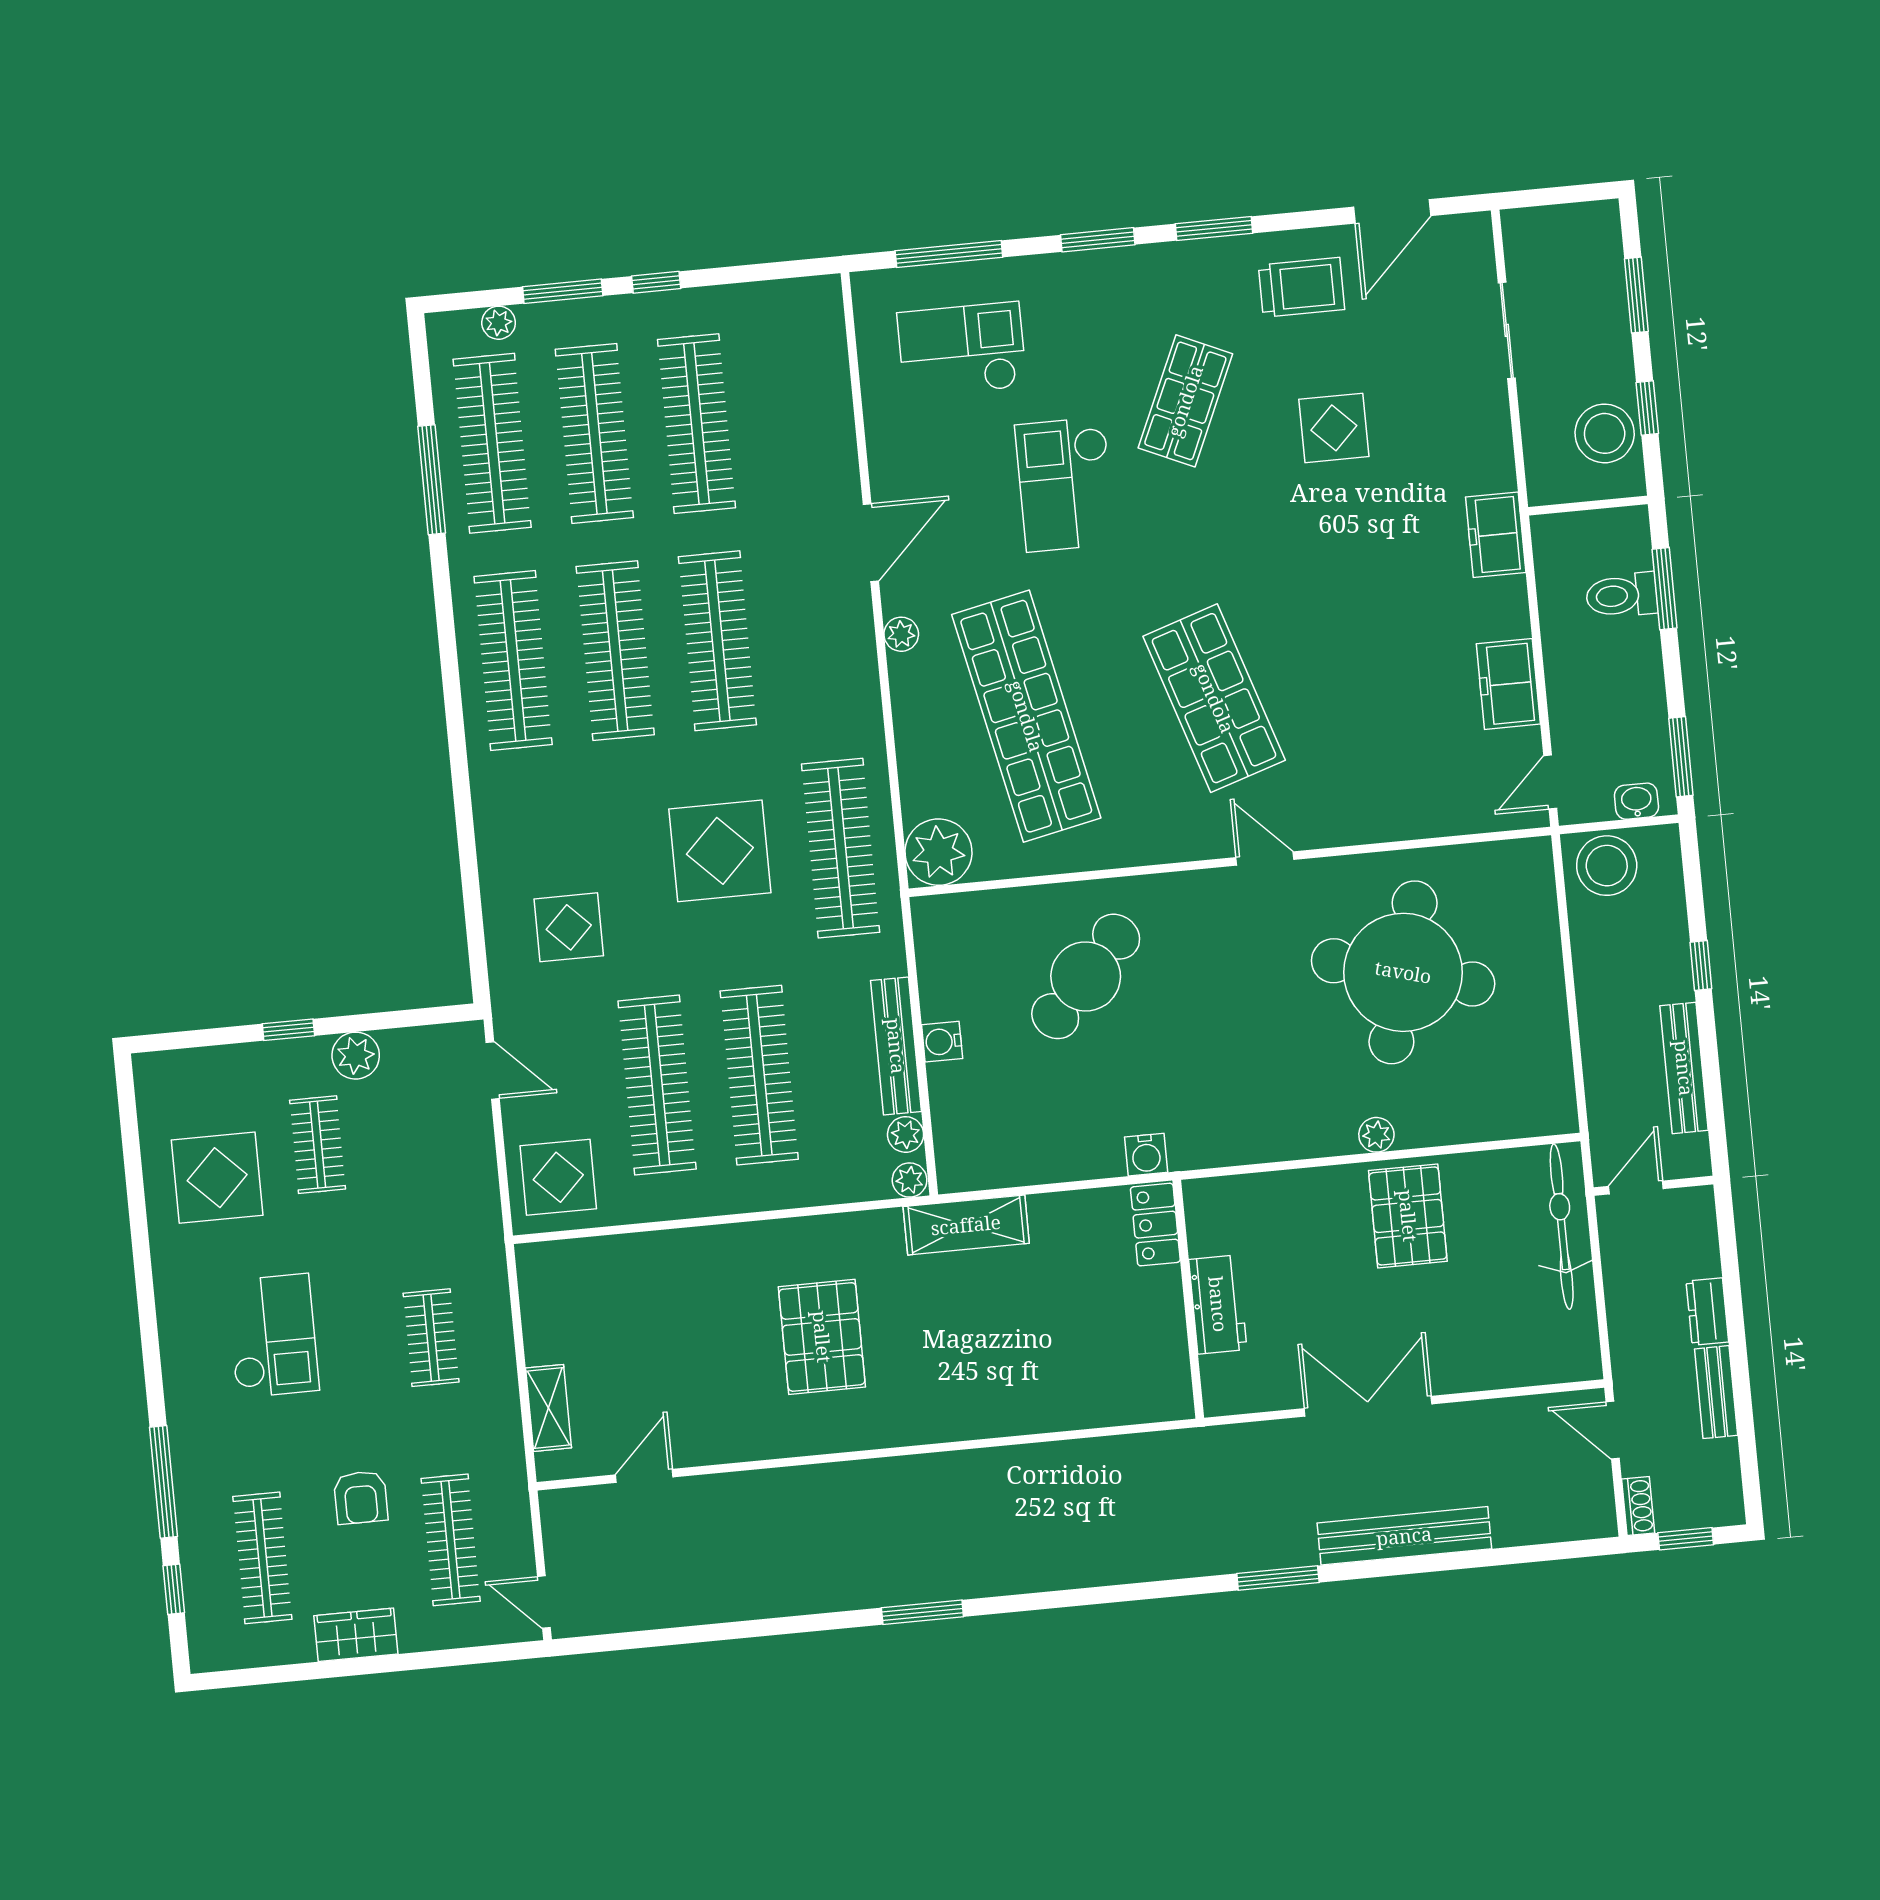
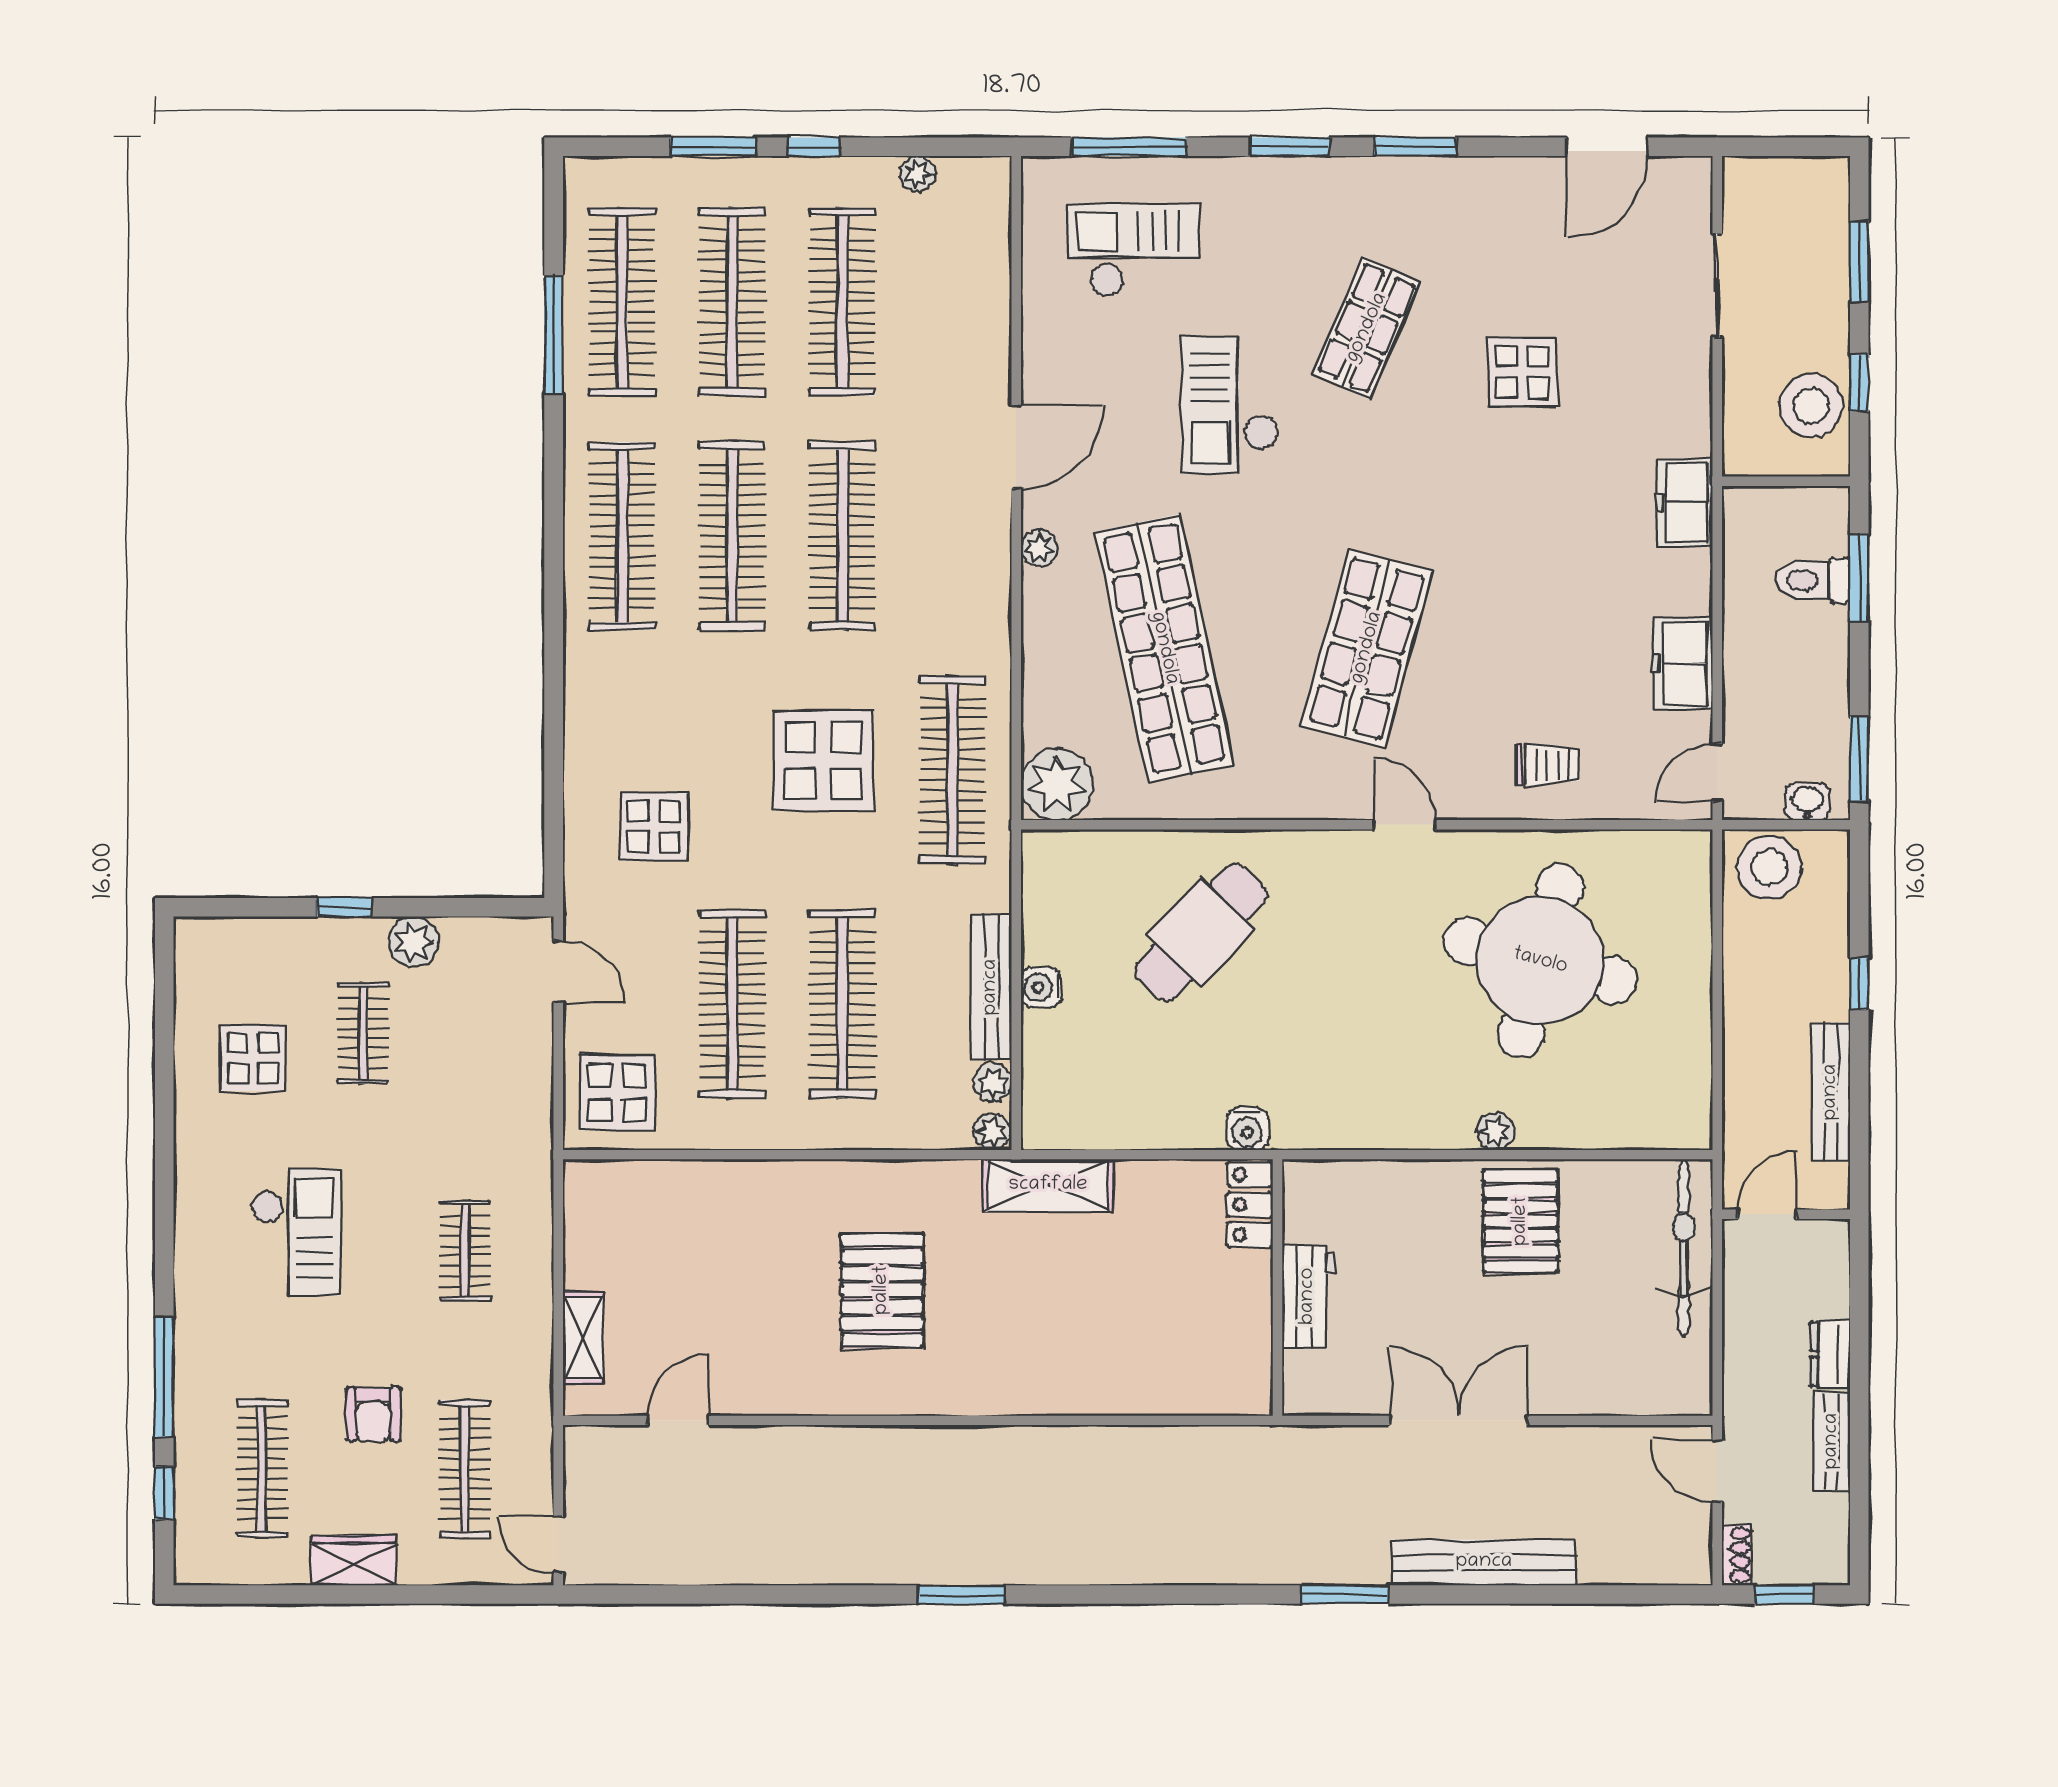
trolley: (1302, 287) -> (1548, 765), moved, width x0.73, depth x0.72
plant: (499, 323) -> (918, 174), moved
shop shelf: (1214, 698) -> (1367, 648), turned 33
display table: (217, 1178) -> (253, 1058), width x0.73, depth x0.73

